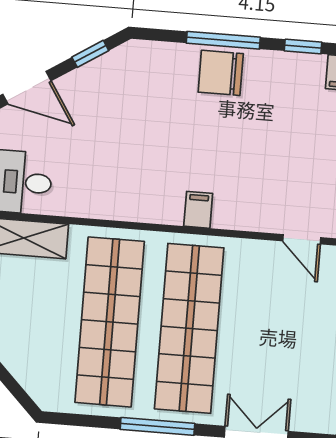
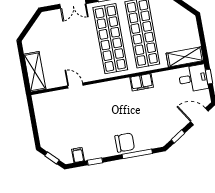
window: (223, 40) -> (137, 154), moved
filing cabinet: (198, 210) -> (142, 82), moved, width x2.00

